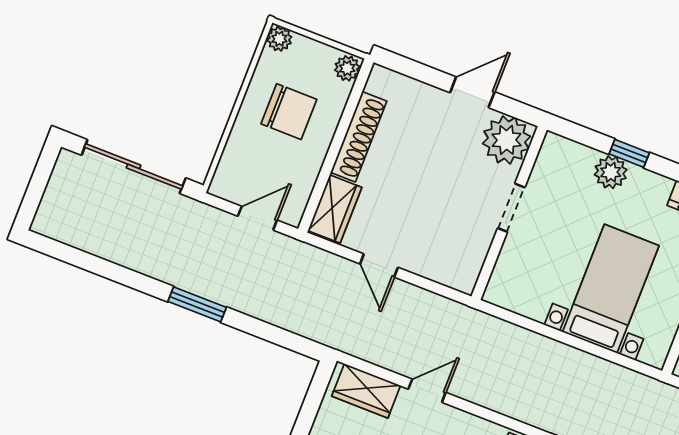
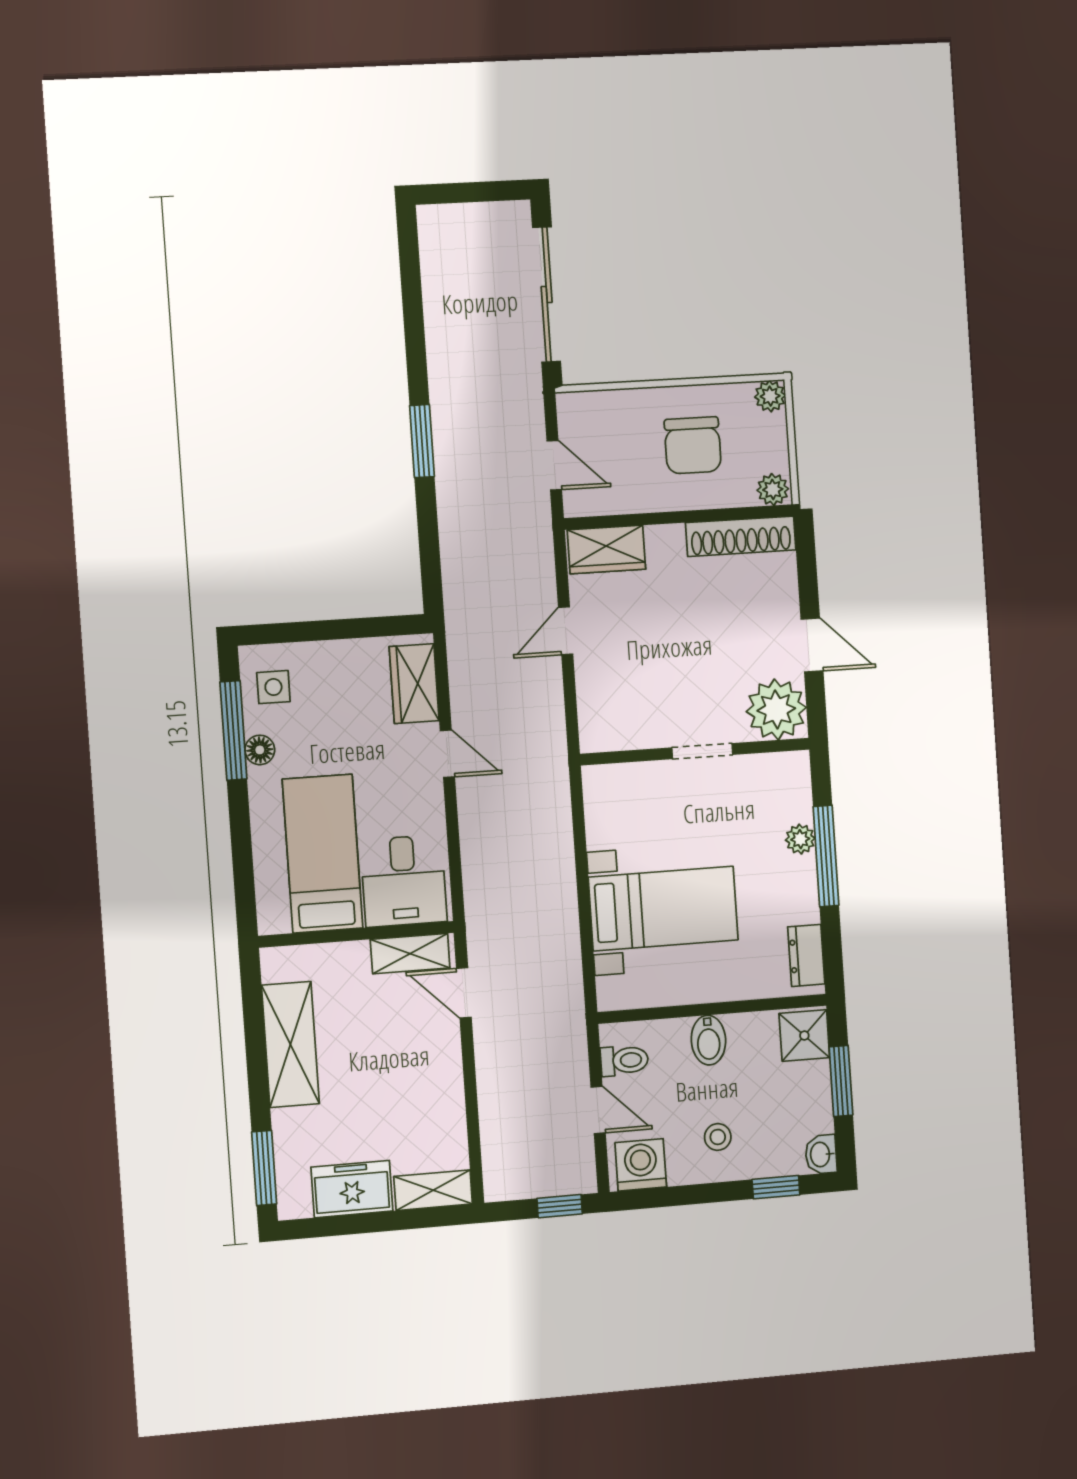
shoe rack: (359, 137) -> (741, 536), moved
window: (629, 153) -> (826, 856), width x2.17
plant: (611, 172) -> (800, 839), width x0.73, depth x0.73

